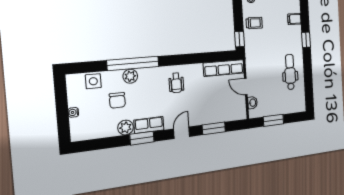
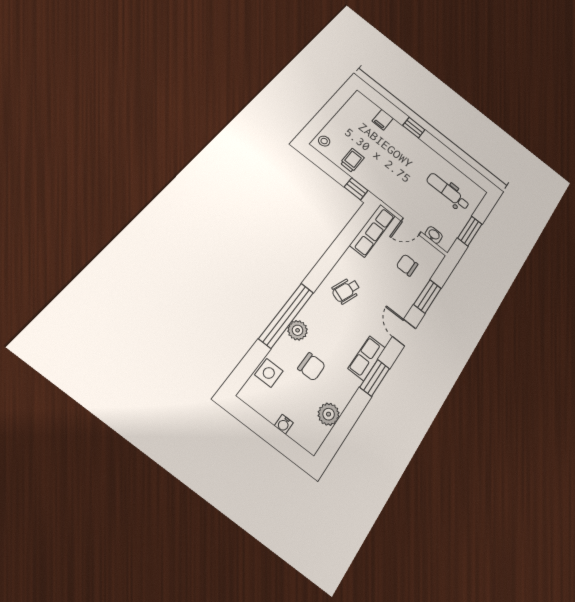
dental chair: (290, 72) -> (448, 191), moved
wheelchair: (176, 83) -> (346, 291), turned 111
chair: (221, 103) -> (407, 265), added
plant: (126, 128) -> (329, 414), moved

